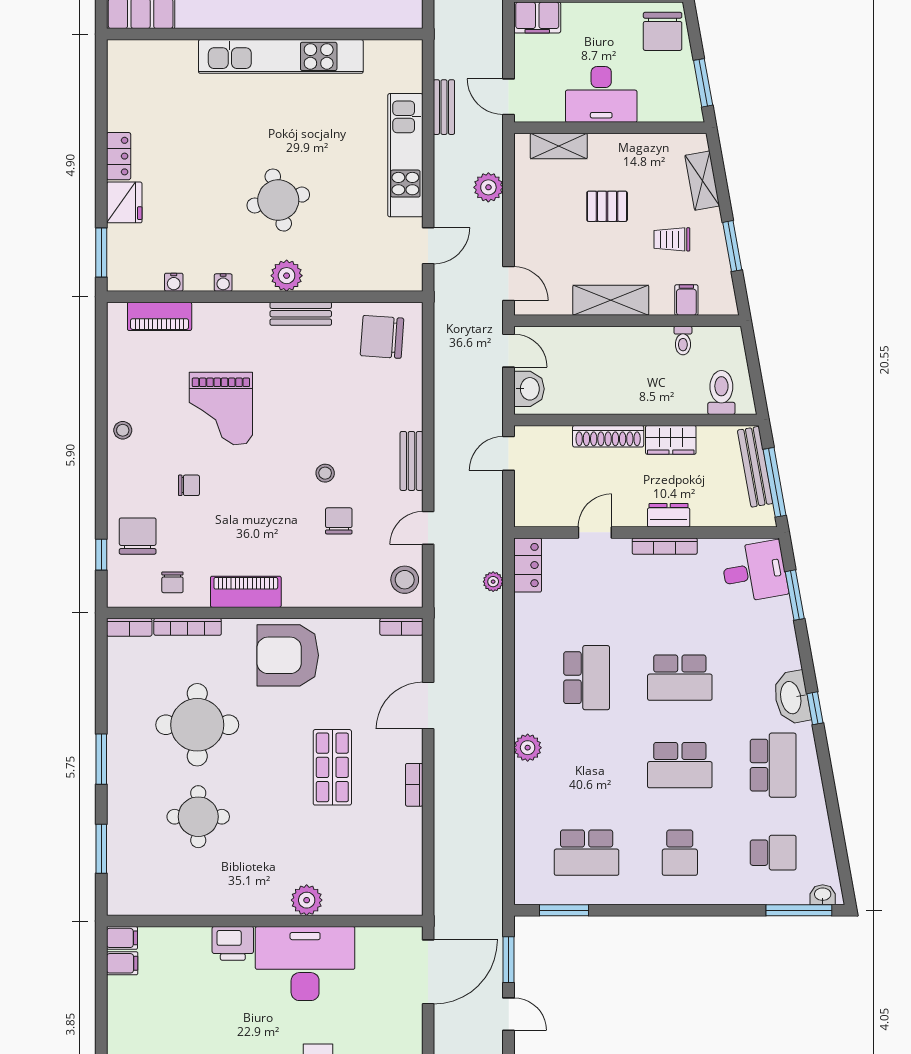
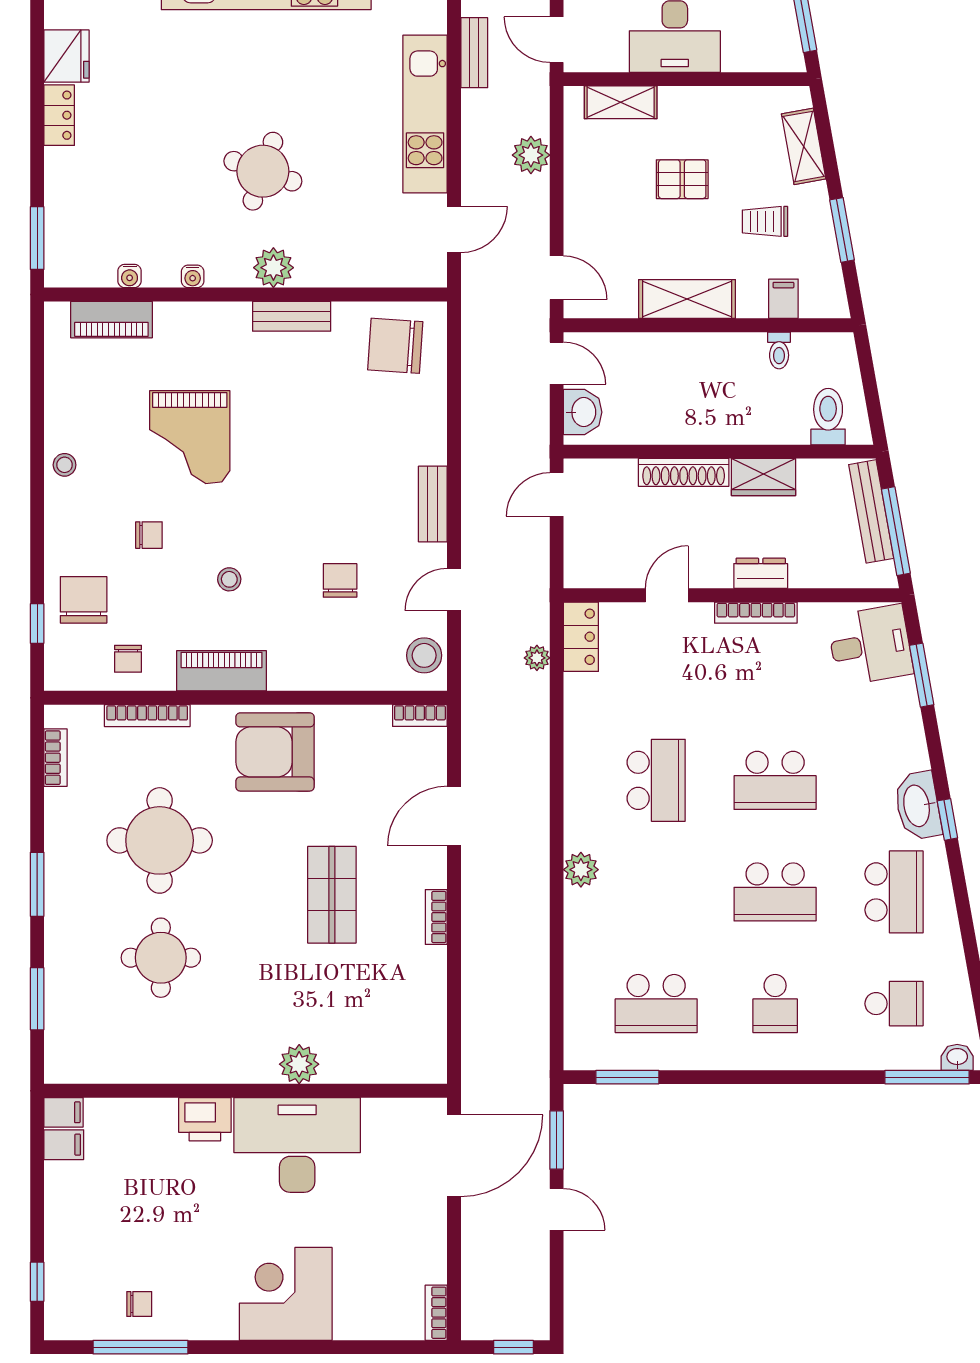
round table: (278, 200) -> (263, 171), turned 32
fridge: (124, 202) -> (66, 56), moved
stool: (325, 473) -> (229, 579), moved
bookcase: (129, 627) -> (55, 758), moved, turned -90

